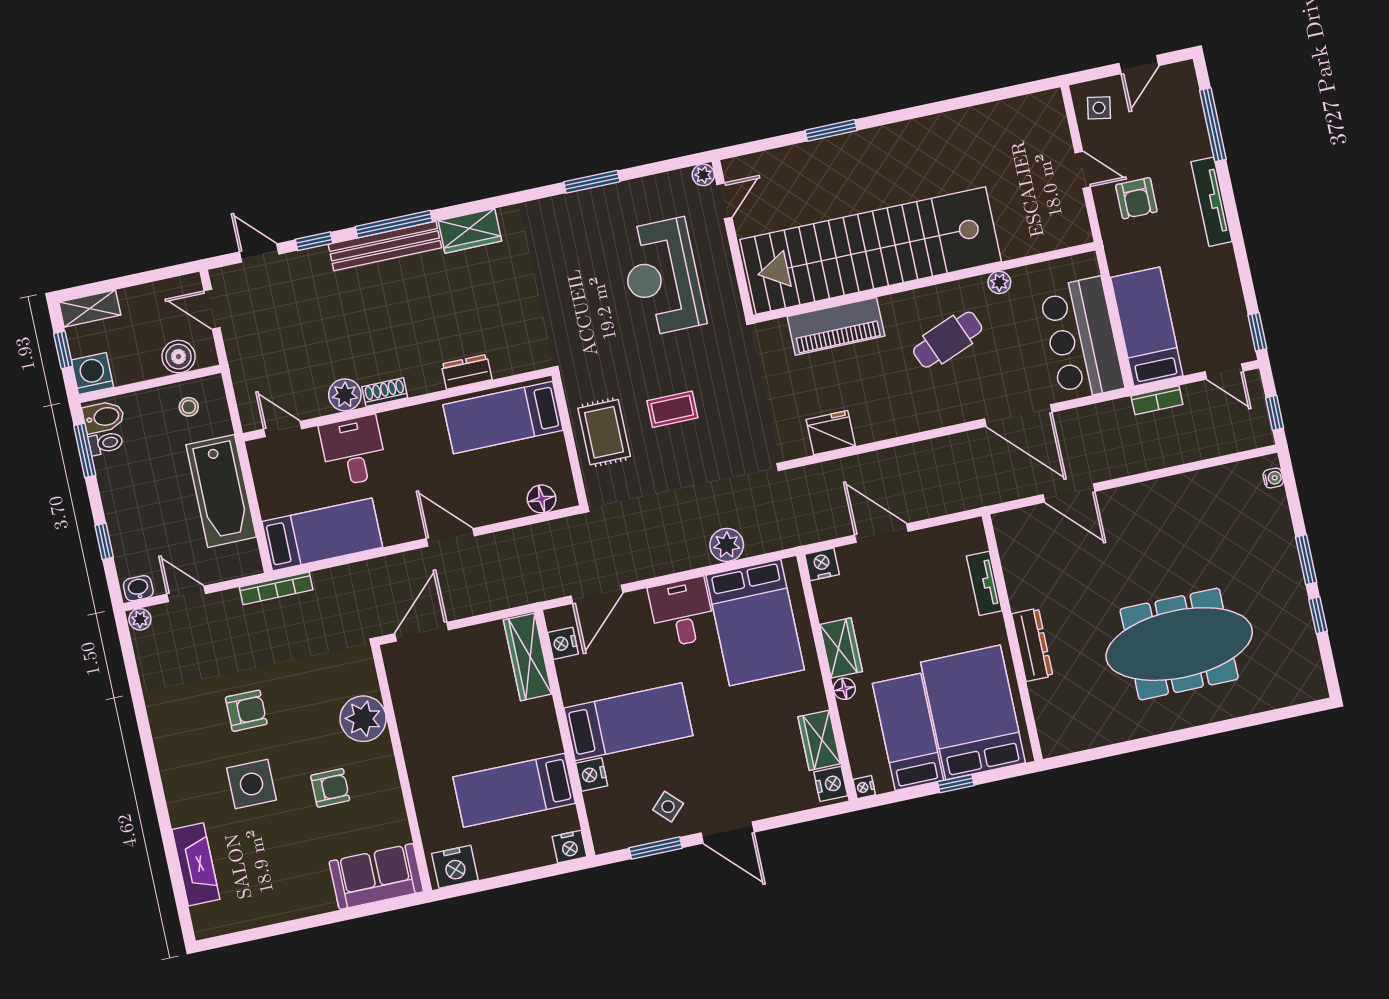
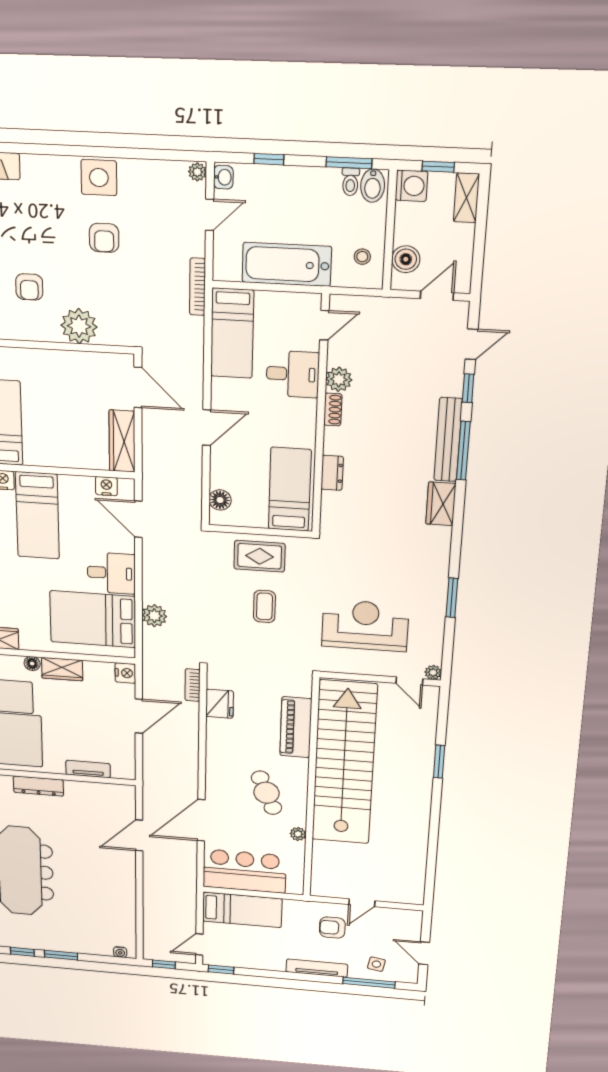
side table: (1099, 108) -> (376, 964), moved
bookcase: (1157, 400) -> (192, 685), moved
wardrobe: (528, 657) -> (122, 441), moved, turned -90
side table: (252, 784) -> (99, 178), moved

